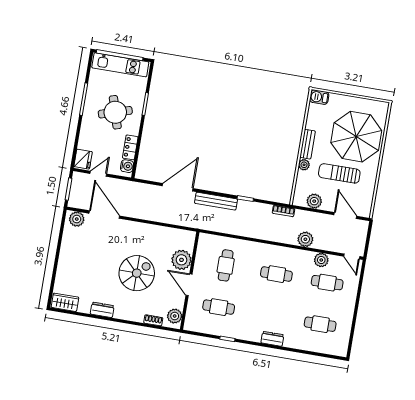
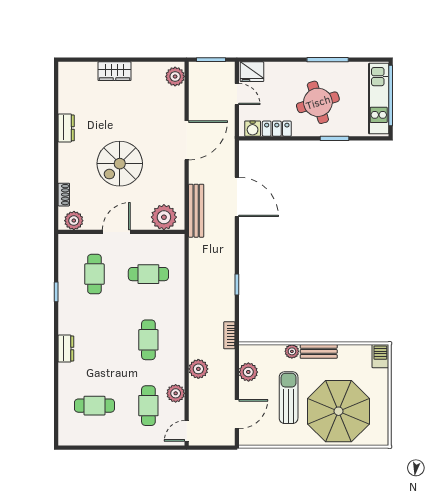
bench: (216, 201) -> (196, 211), moved
door: (104, 215) -> (187, 140), moved
plant: (181, 260) -> (164, 217), moved
spiral stairs: (137, 273) -> (120, 164), turned 90
wardrobe: (65, 302) -> (115, 71), moved, turned 90
cafe table: (320, 324) -> (94, 406), turned 90

